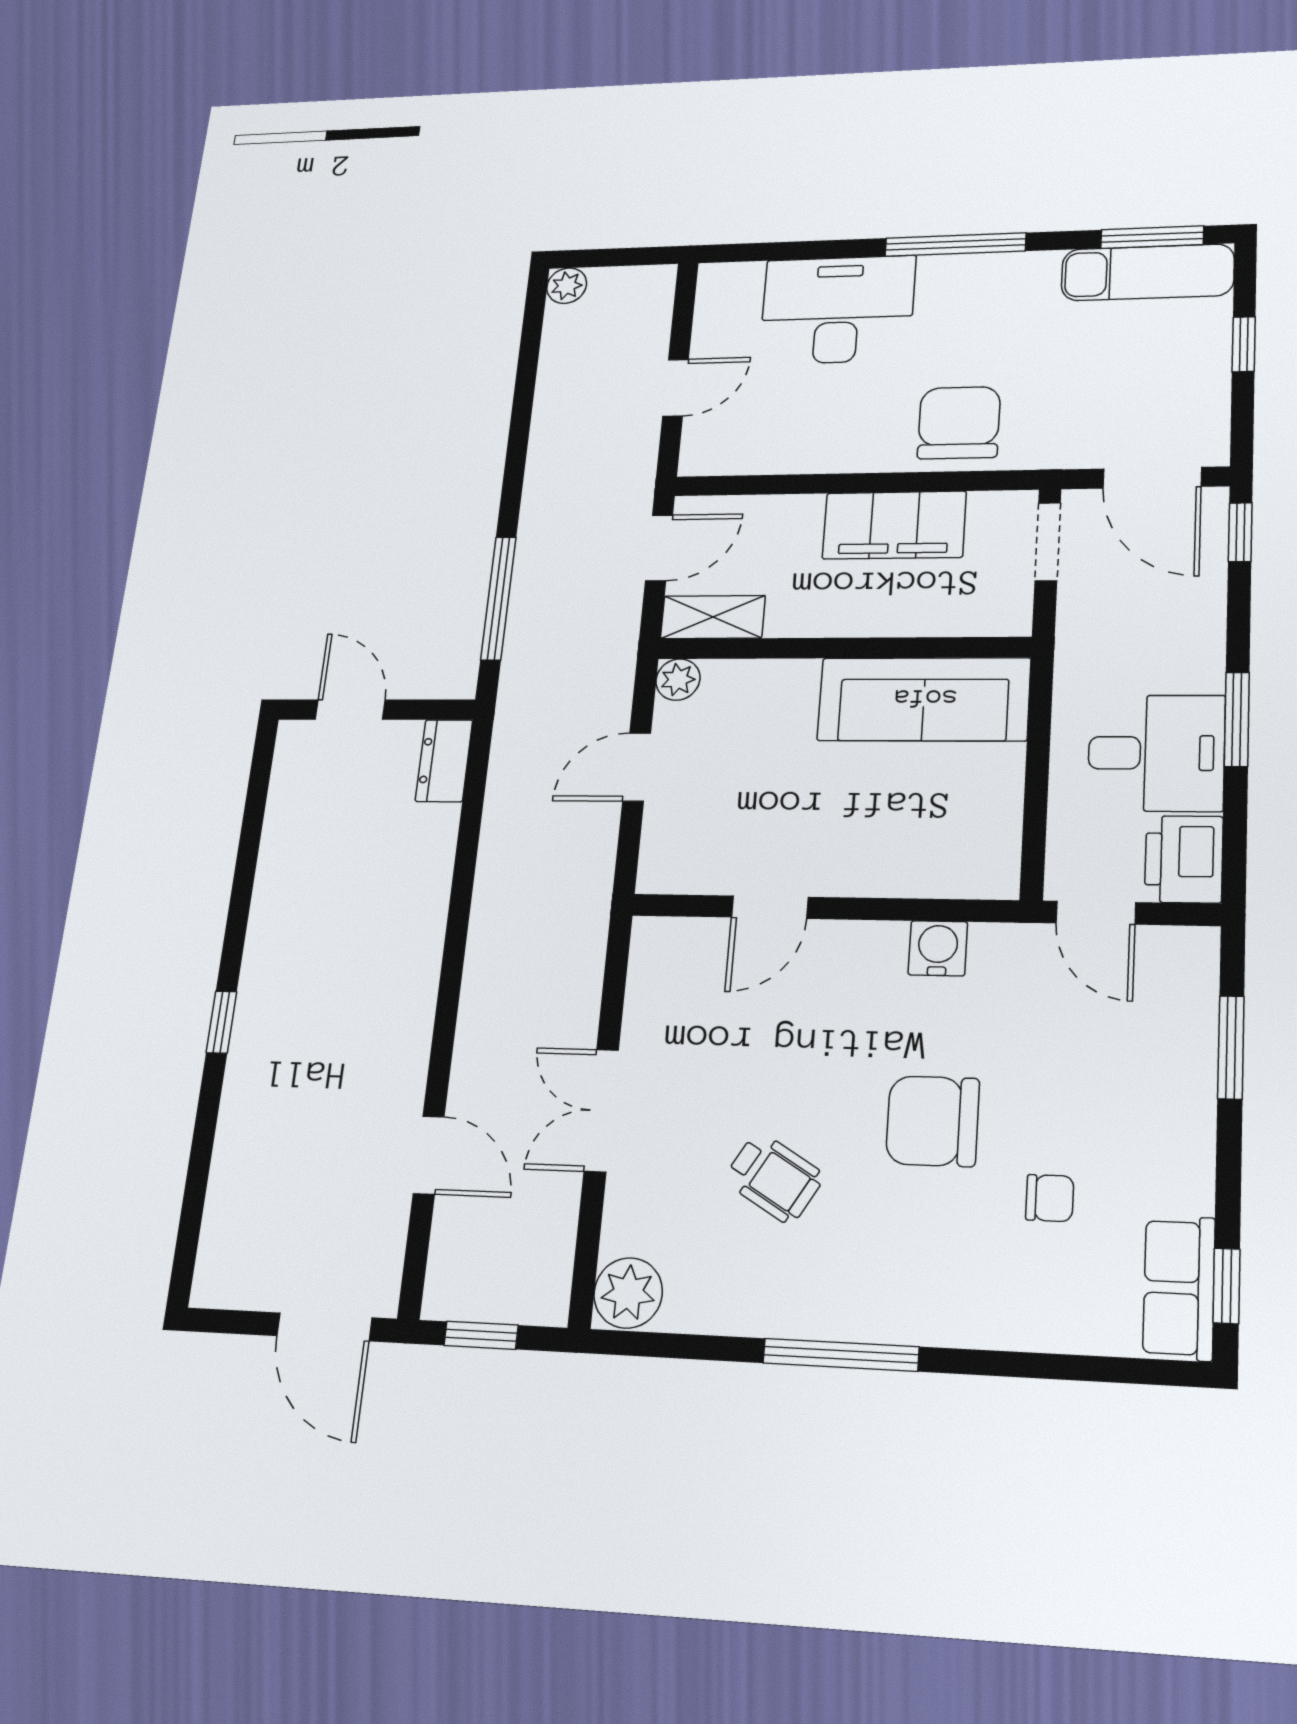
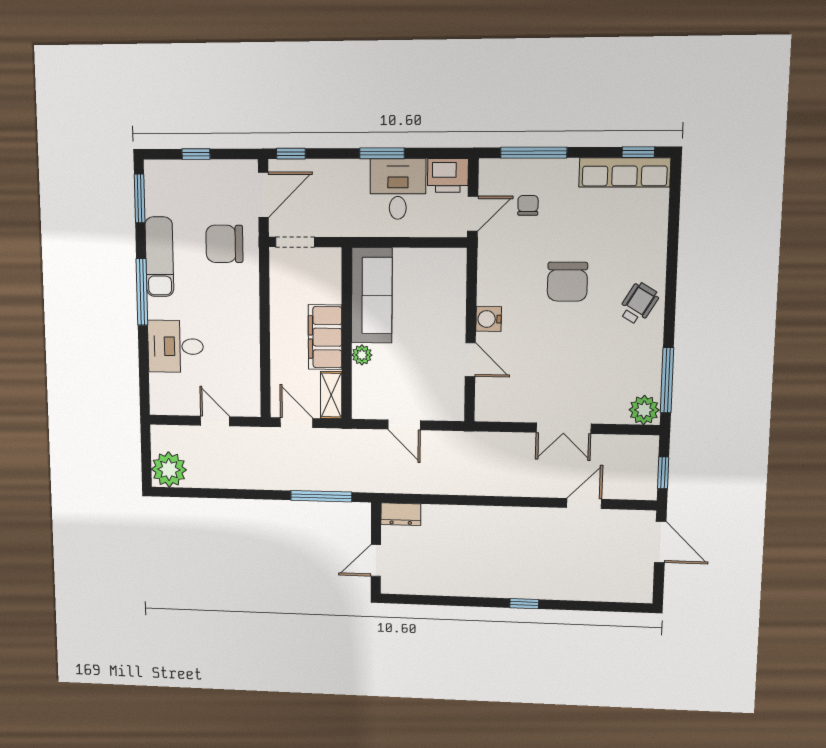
exam couch: (1147, 272) -> (159, 257), moved
plant: (567, 286) -> (169, 470), width x1.88, depth x1.88
desk: (837, 310) -> (176, 346), width x0.73
chair: (959, 423) -> (224, 244), moved
filing cabinet: (894, 525) -> (325, 337), moved, turned 180
plant: (678, 680) -> (362, 355), moved
water cooler: (938, 948) -> (489, 319), moved
window: (1231, 1047) -> (534, 153), width x1.44
wheelchair: (774, 1178) -> (639, 304), moved
chair: (1050, 1198) -> (528, 205), moved
row of seats: (1179, 1288) -> (625, 172), width x1.48
door: (324, 1327) -> (660, 542), hinge flipped
window: (841, 1355) -> (667, 380), moved

